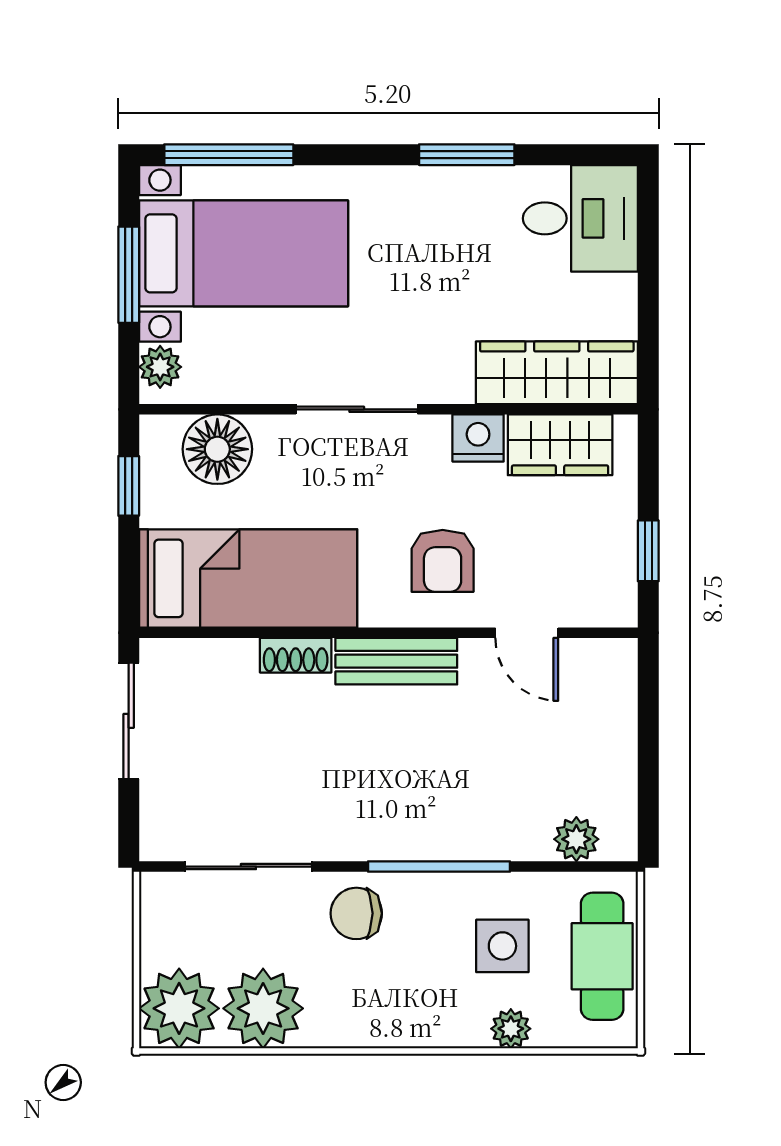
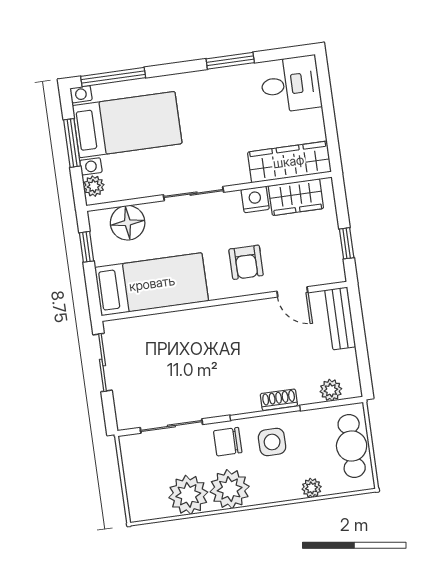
shoe rack: (296, 655) -> (279, 400), moved, turned 180
bench: (396, 661) -> (340, 318), moved, turned 90
side table: (502, 946) -> (272, 442), moved
plant: (179, 1008) -> (230, 489), moved

